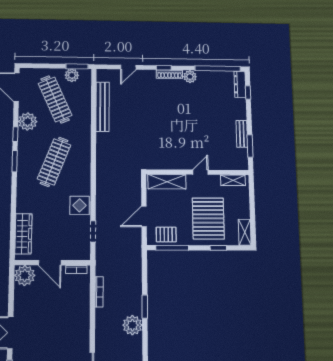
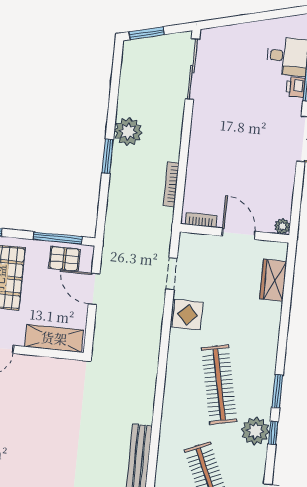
plant: (28, 121) -> (255, 431), moved
clothes rail: (54, 162) -> (219, 385), turned -33
door: (144, 216) -> (94, 289), swing flipped
wardrobe: (23, 234) -> (273, 280), width x0.67
plant: (25, 275) -> (282, 226), width x0.53, depth x0.53

